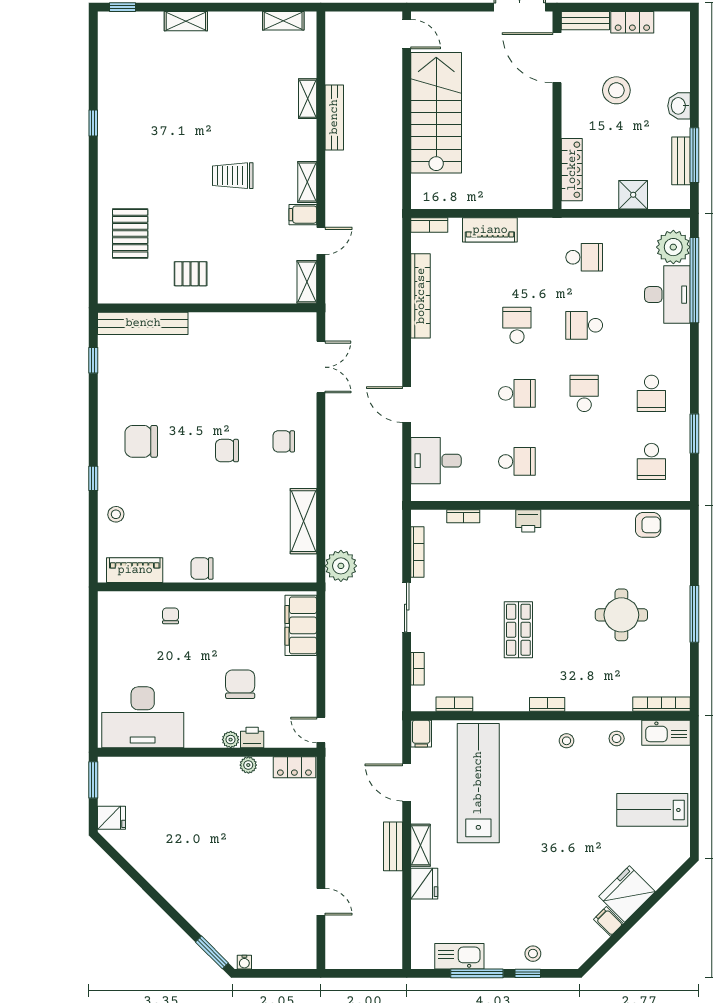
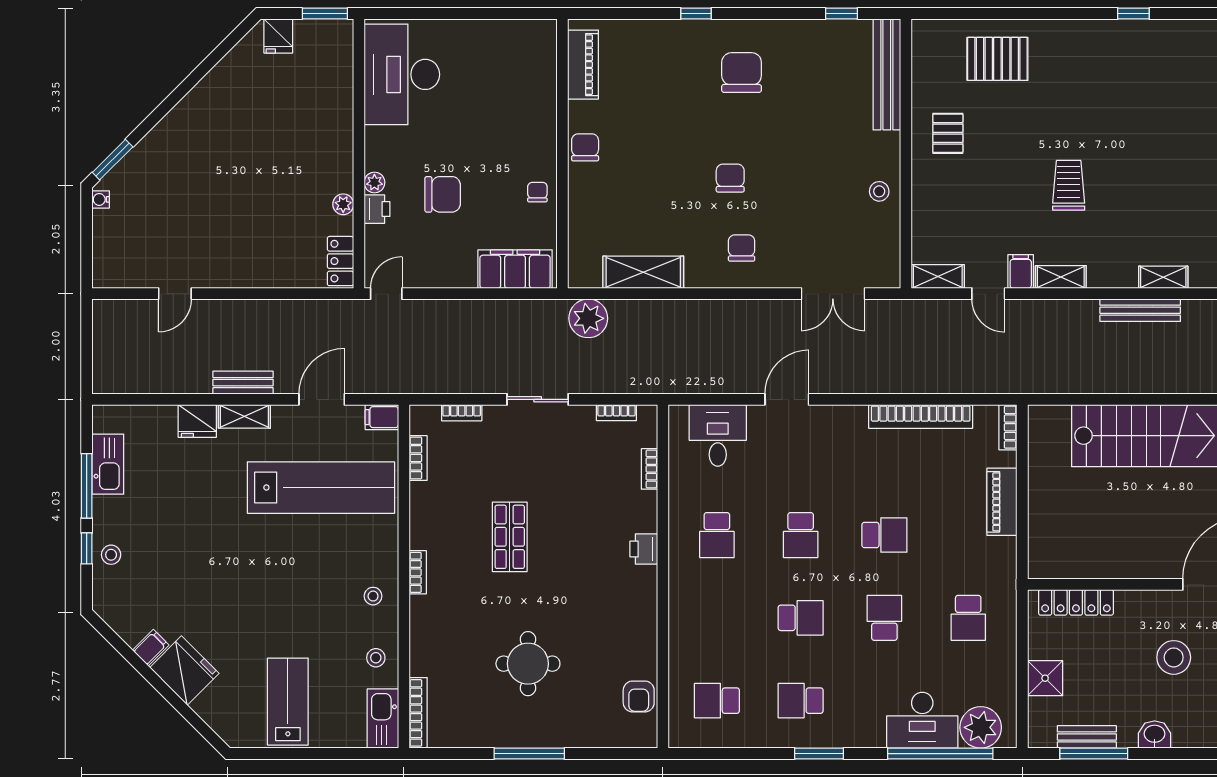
window: (694, 434) -> (819, 754), moved
stool: (116, 514) -> (879, 191), moved
bookcase: (417, 552) -> (616, 413), width x0.64
chair: (171, 616) -> (537, 192), moved, turned -90
shop shelf: (518, 630) -> (510, 537), turned 90

